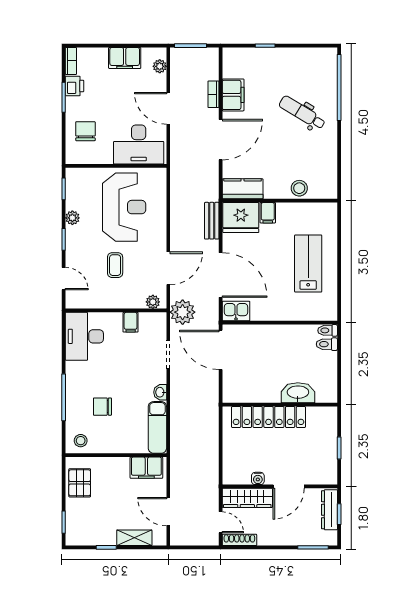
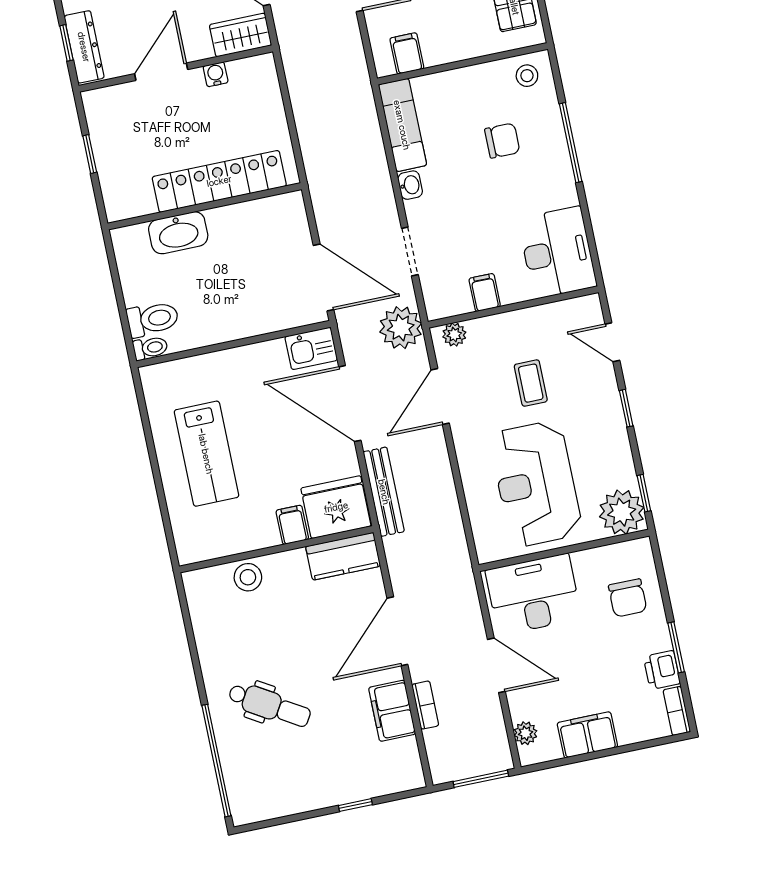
plant: (72, 218) -> (622, 512), moved, width x1.88, depth x1.88
bench: (212, 221) -> (384, 492), width x1.36
toilet: (327, 344) -> (153, 319), width x1.37, depth x1.39
filing cabinet: (146, 468) -> (407, 53), width x0.50
wardrobe: (247, 498) -> (241, 35), width x0.67

